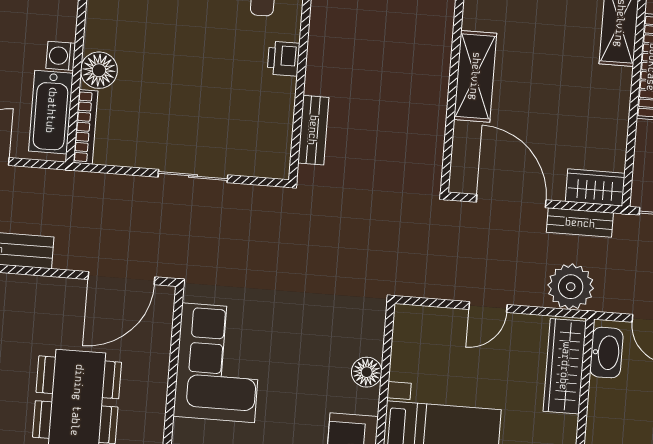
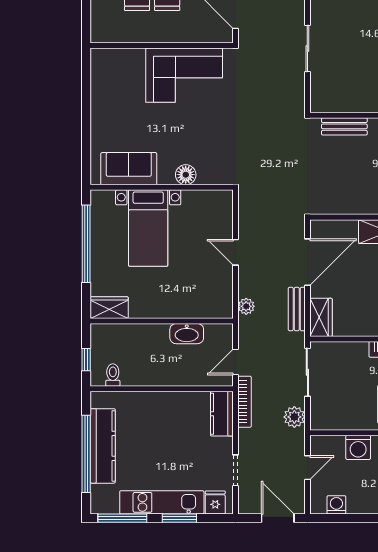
plant: (571, 287) -> (246, 306), width x0.53, depth x0.53
washbasin: (606, 353) -> (187, 334), moved
wardrobe: (565, 366) -> (200, 307), removed

